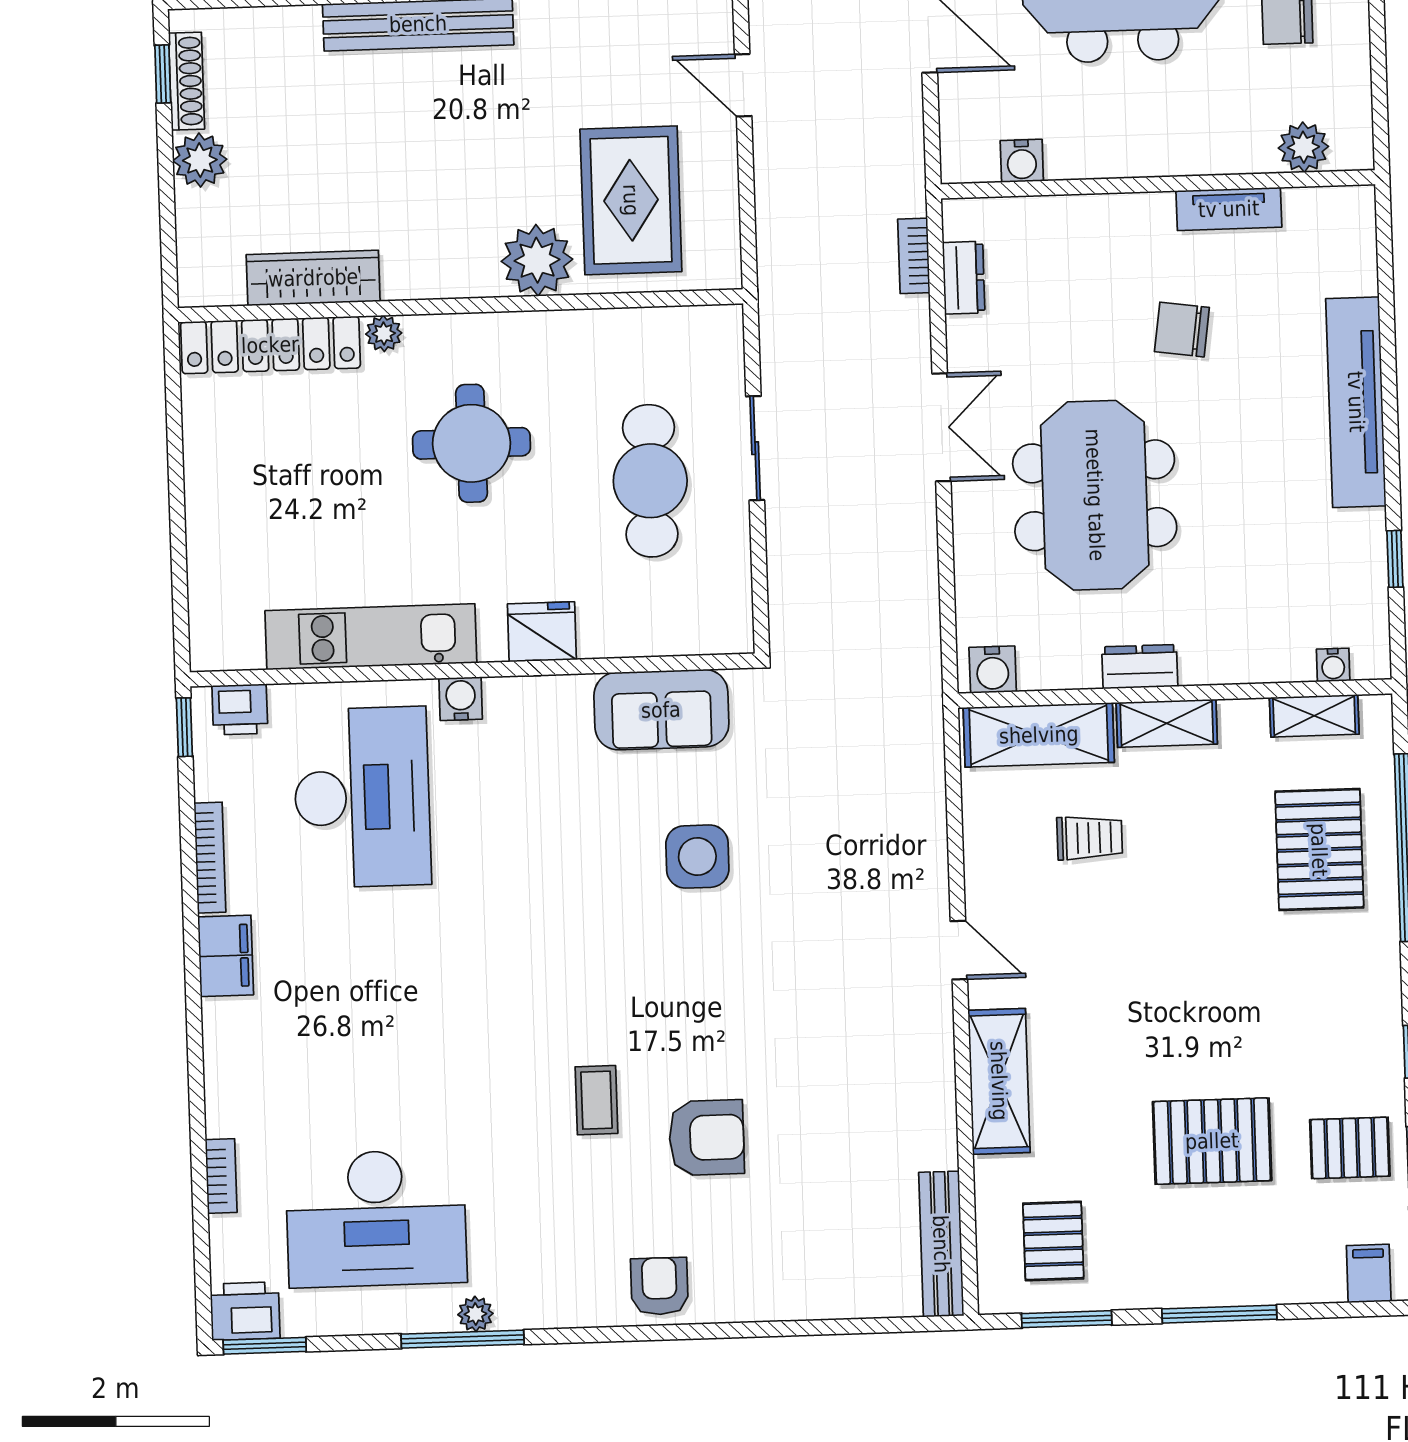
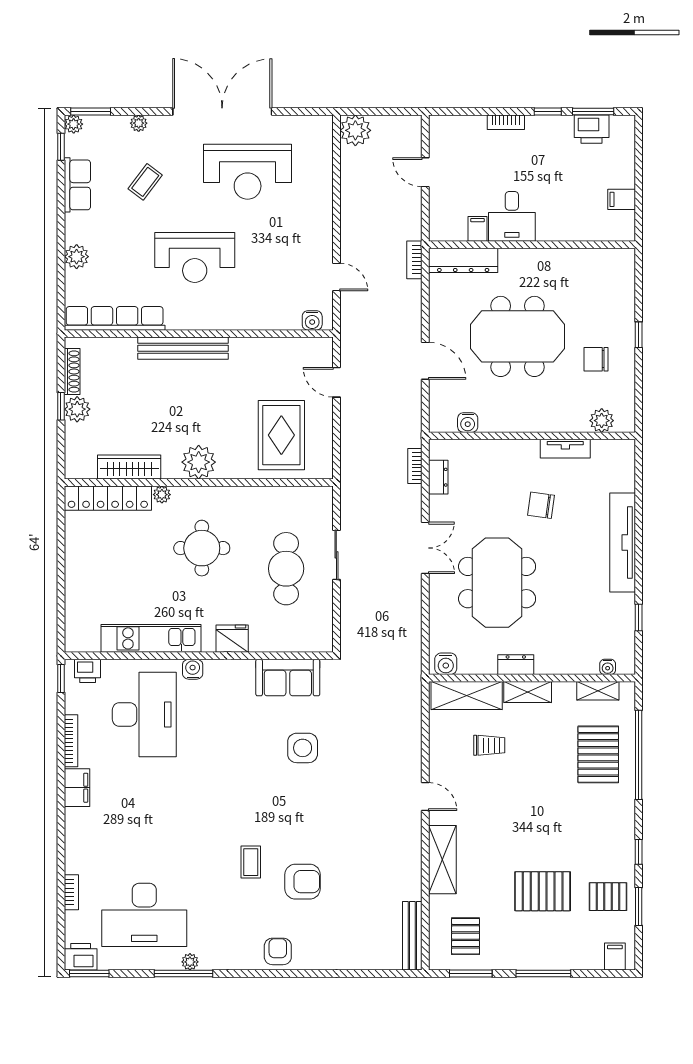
window: (163, 74) -> (61, 406), moved
plant: (537, 260) -> (199, 462), moved

